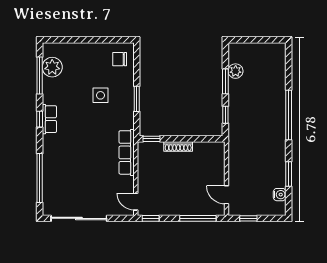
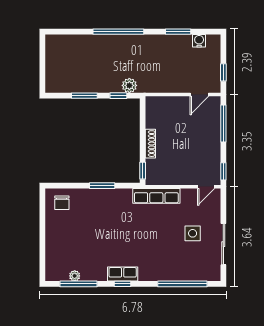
plant: (52, 67) -> (75, 276), width x0.53, depth x0.53
plant: (236, 71) -> (129, 85), moved
side table: (100, 95) -> (193, 233), moved
sliding door: (79, 218) -> (223, 244), width x0.73

